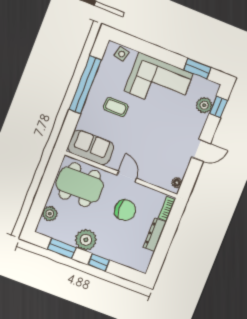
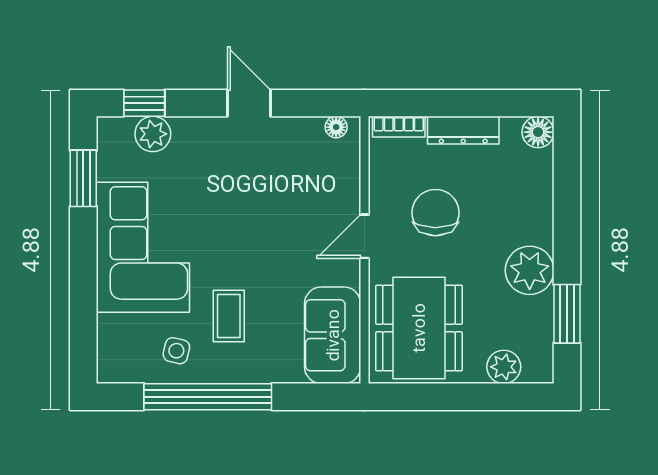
side table: (122, 54) -> (176, 351), moved
window: (99, 262) -> (567, 225), removed
floor lamp: (142, 265) -> (538, 132), added

